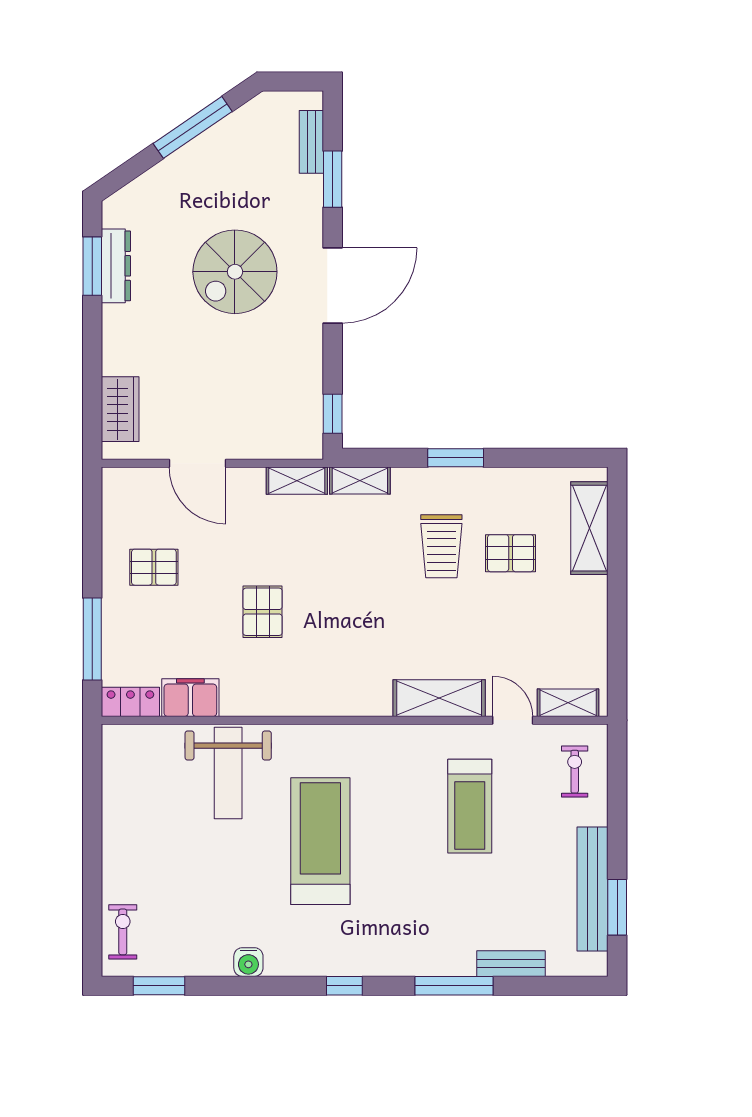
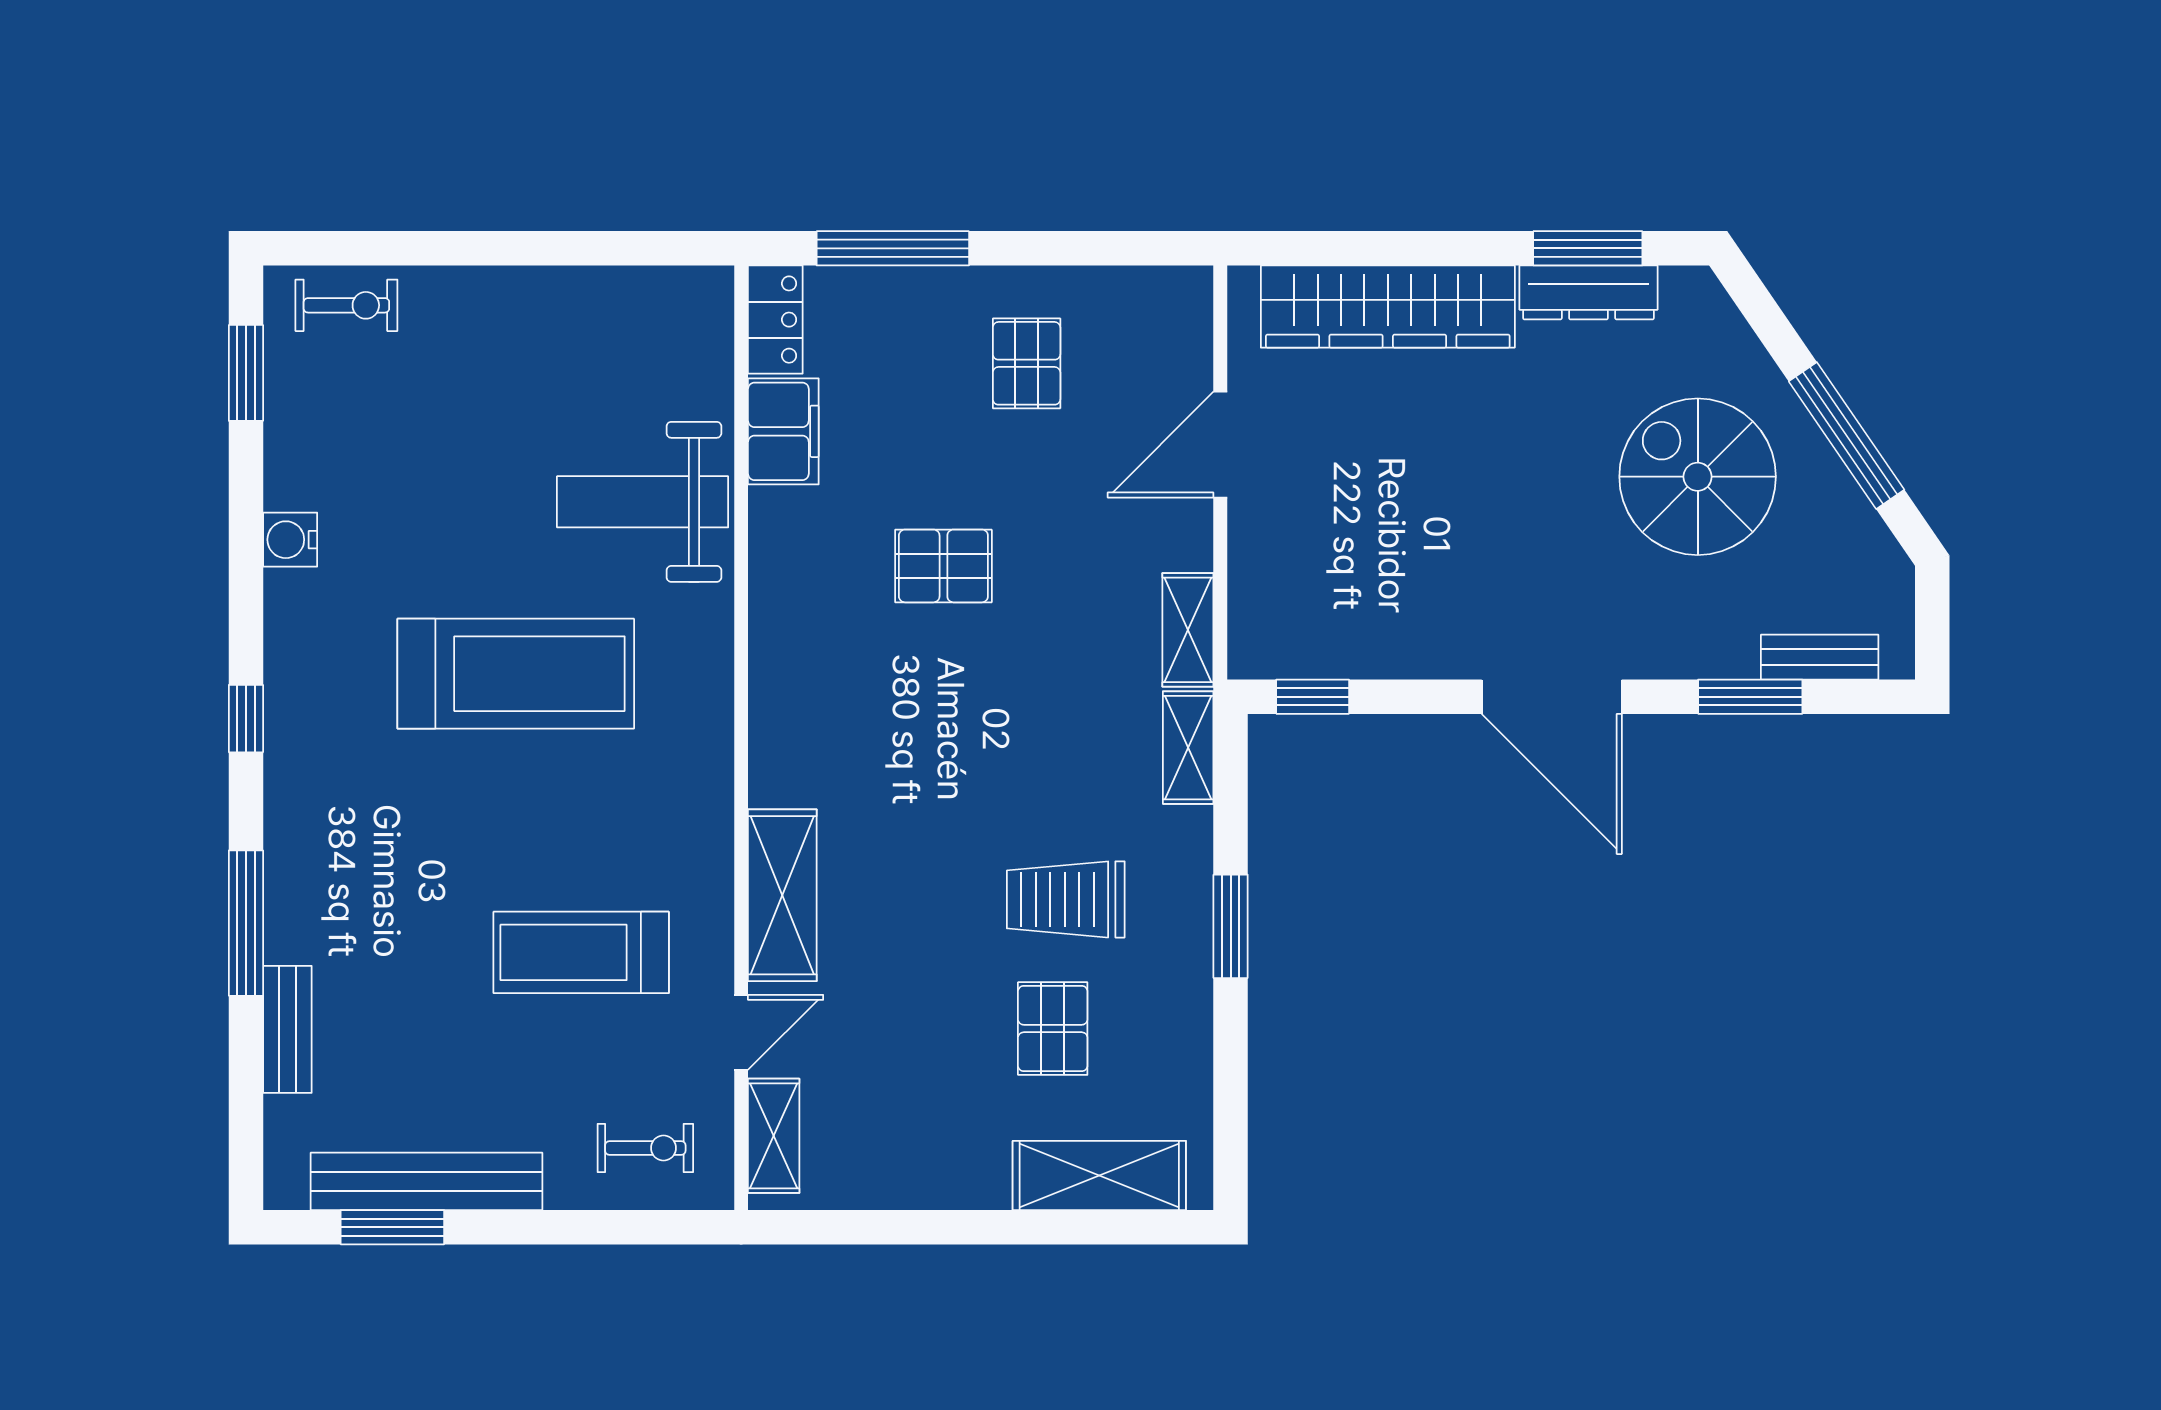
spiral stairs: (235, 272) -> (1698, 477), moved
wardrobe: (120, 409) -> (1388, 307), width x2.10, depth x1.17

